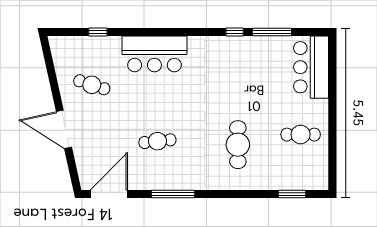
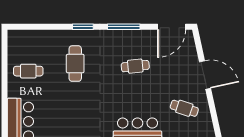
window: (292, 194) -> (83, 27), moved

